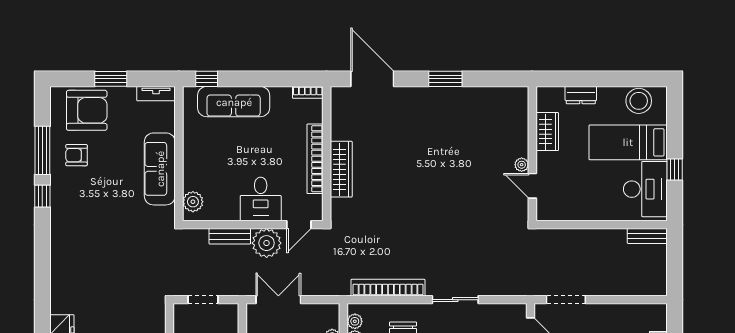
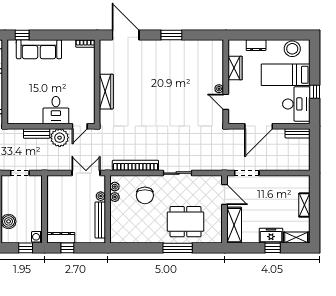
bookcase: (315, 159) -> (90, 85), removed
plant: (193, 202) -> (14, 112), removed
door: (585, 225) -> (259, 126), added
double door: (278, 300) -> (86, 173), moved

